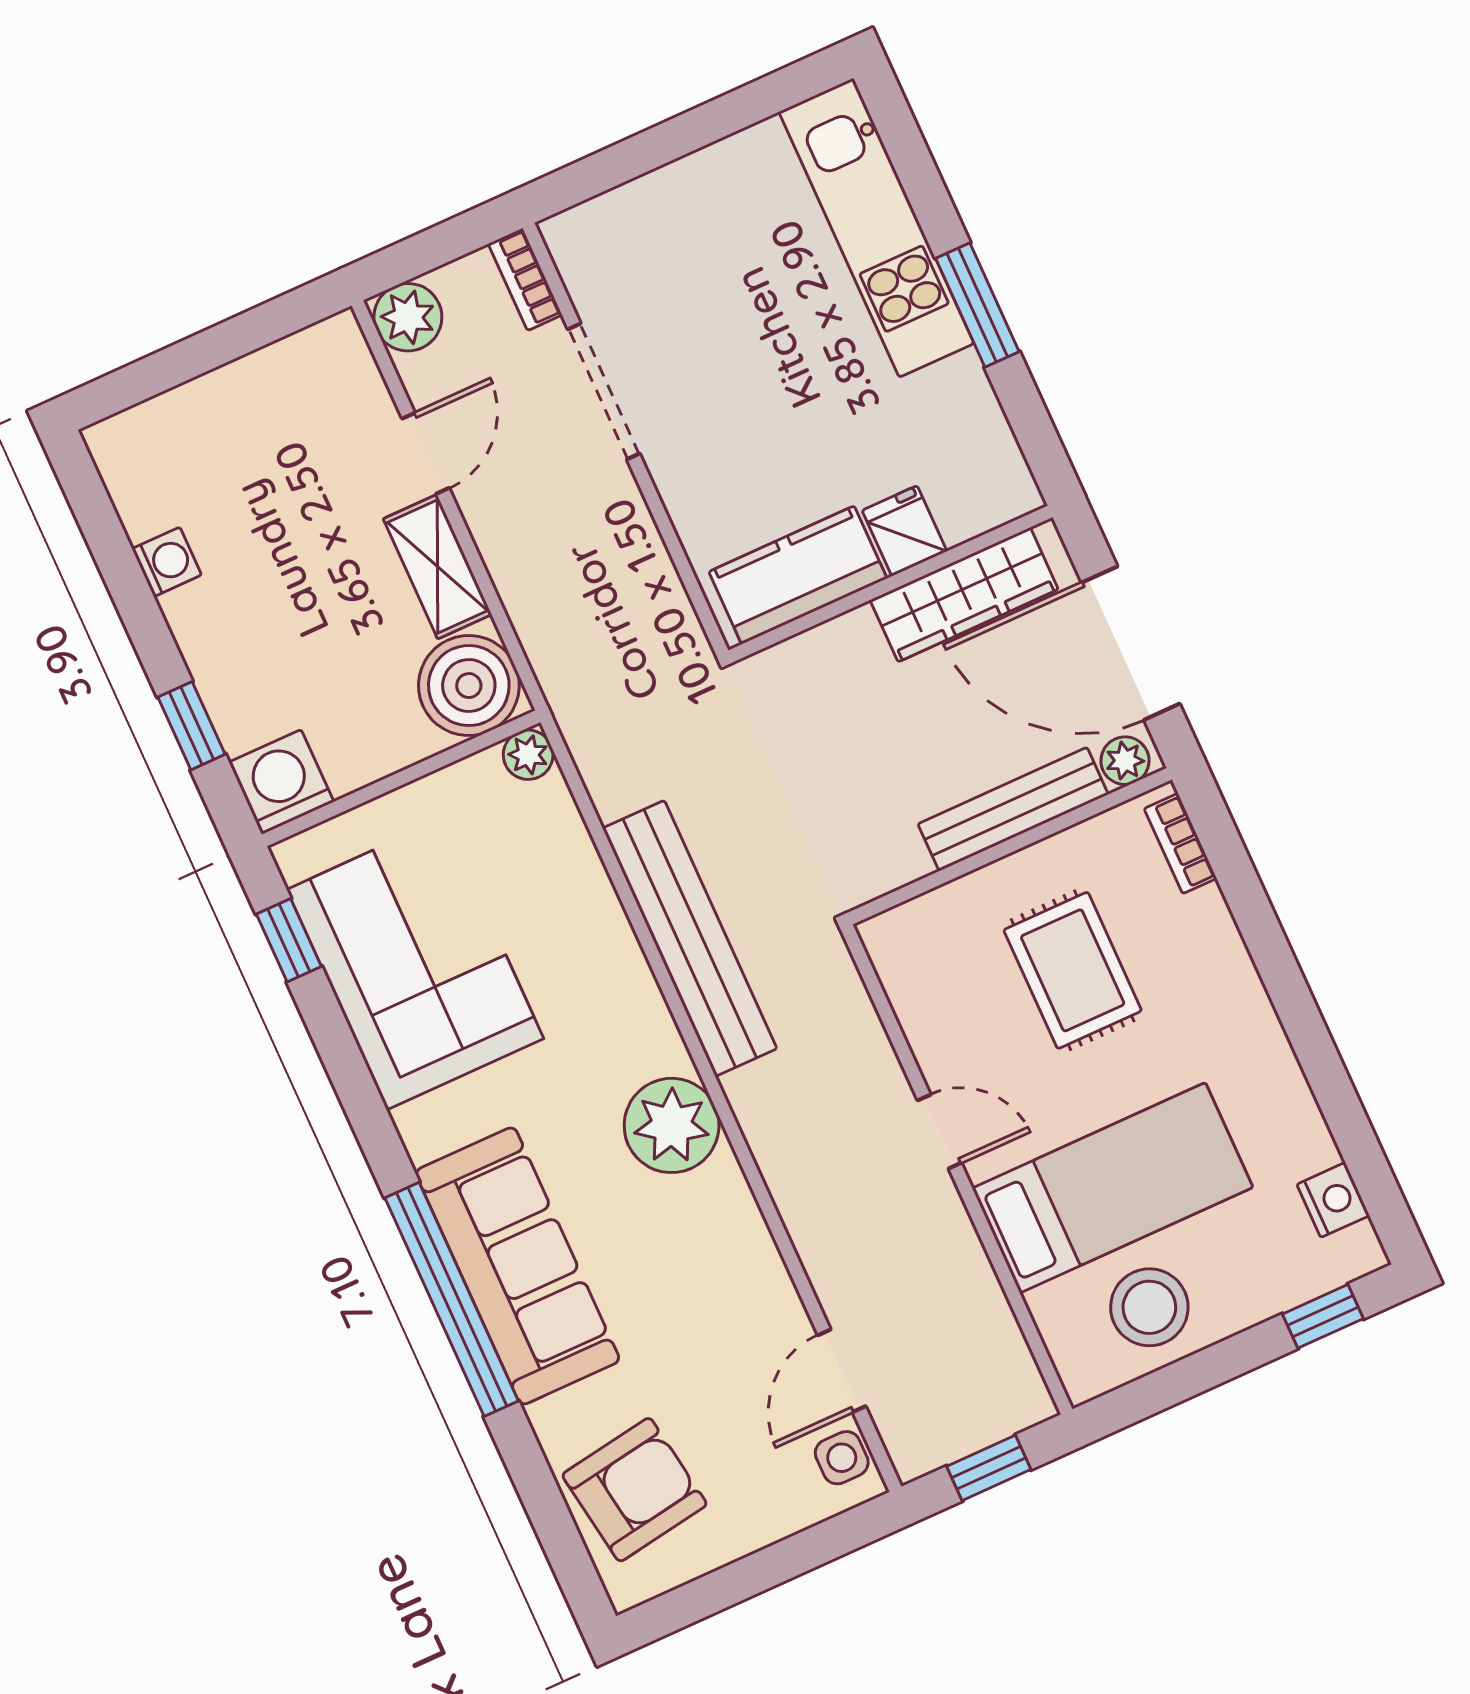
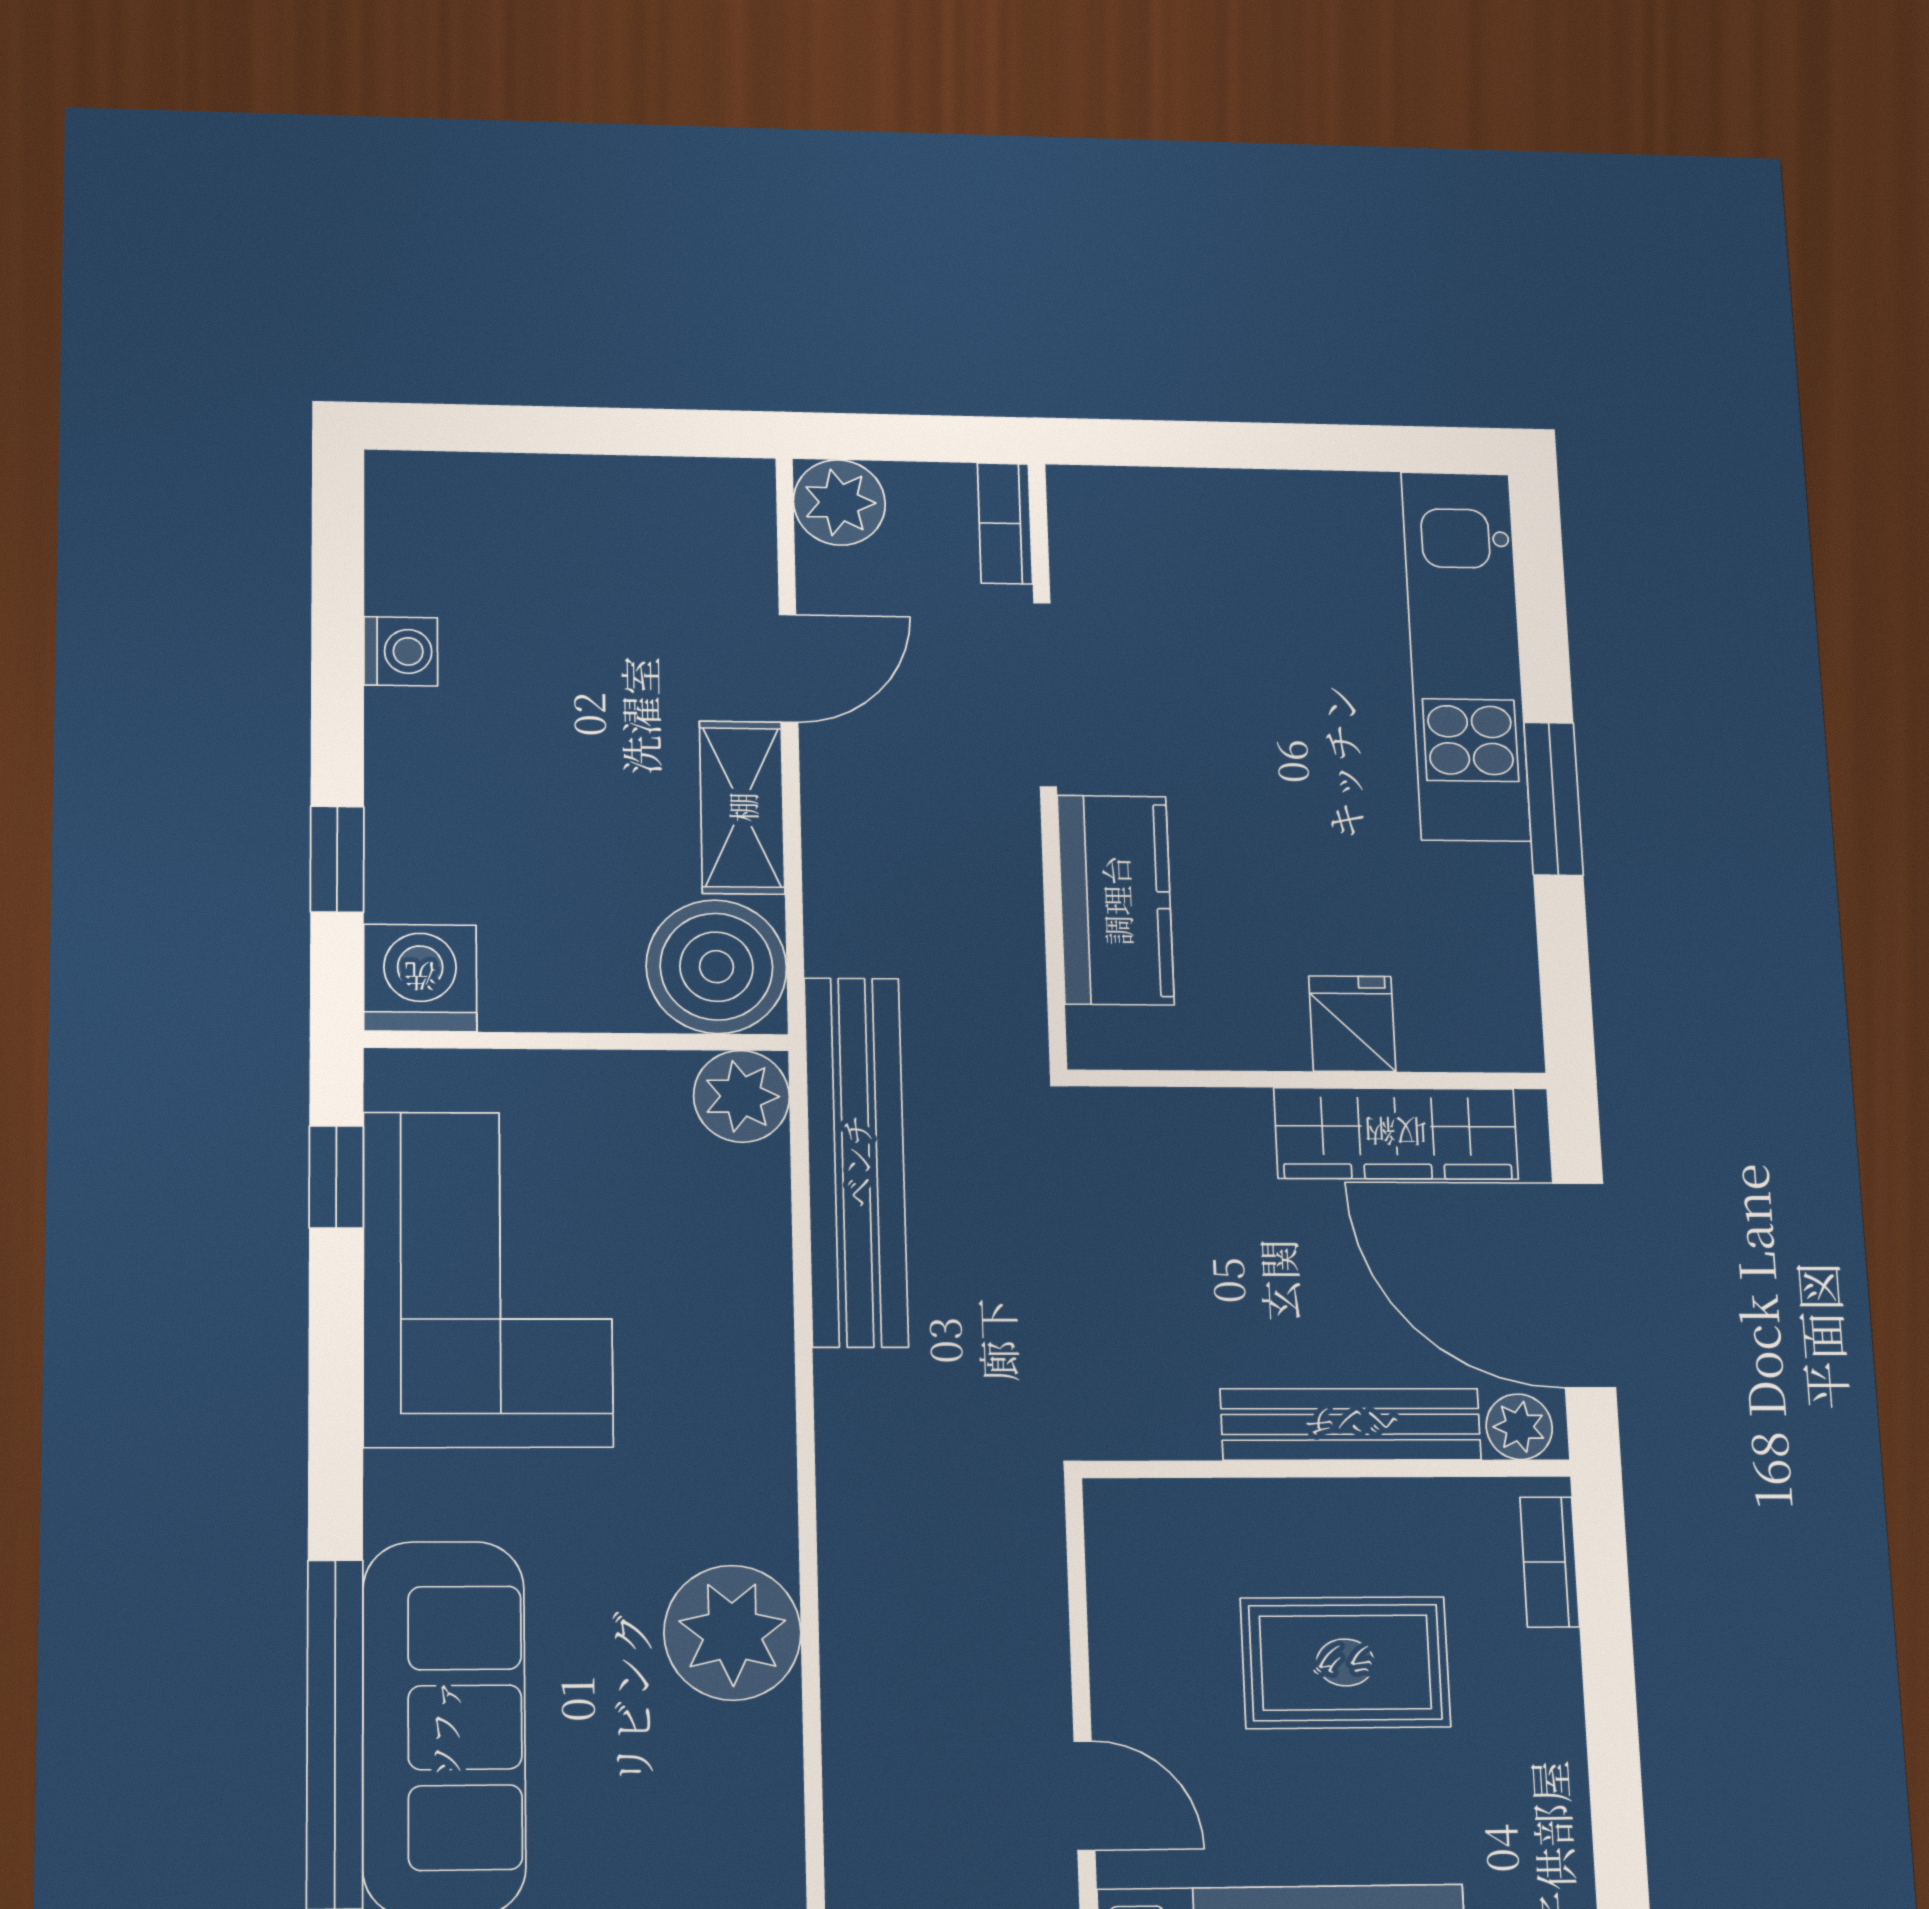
kitchen counter: (798, 575) -> (1116, 900), moved, turned 90
plant: (528, 755) -> (741, 1096), width x1.38, depth x1.38
bench: (690, 938) -> (856, 1161), moved
rug: (1073, 970) -> (1345, 1662), turned 90

